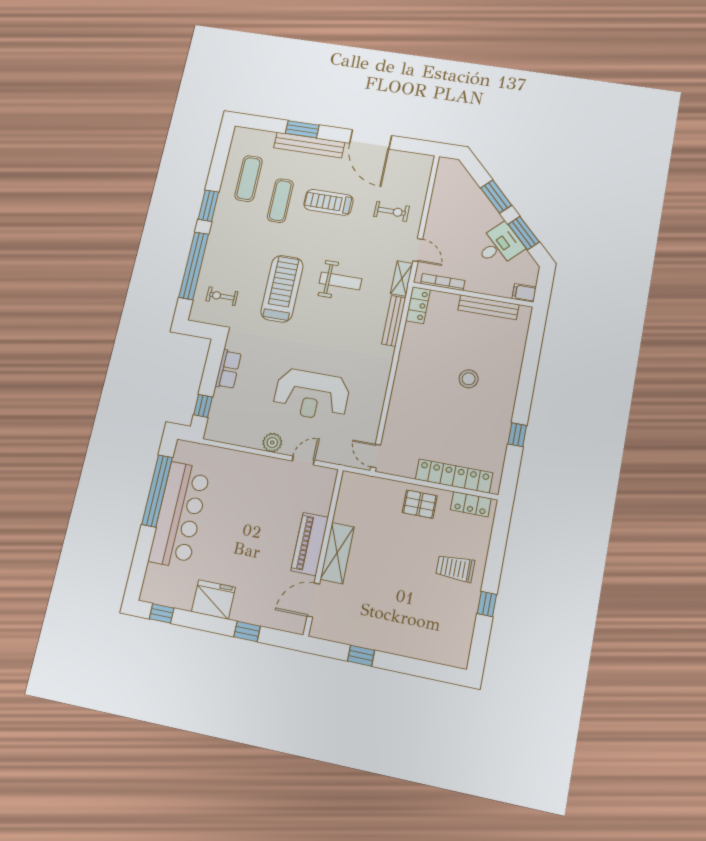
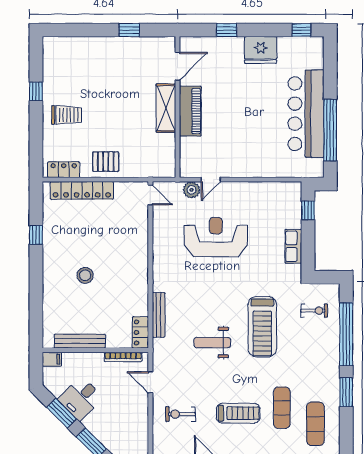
shelving: (402, 278) -> (159, 354), removed
plant: (272, 442) -> (192, 190), moved

